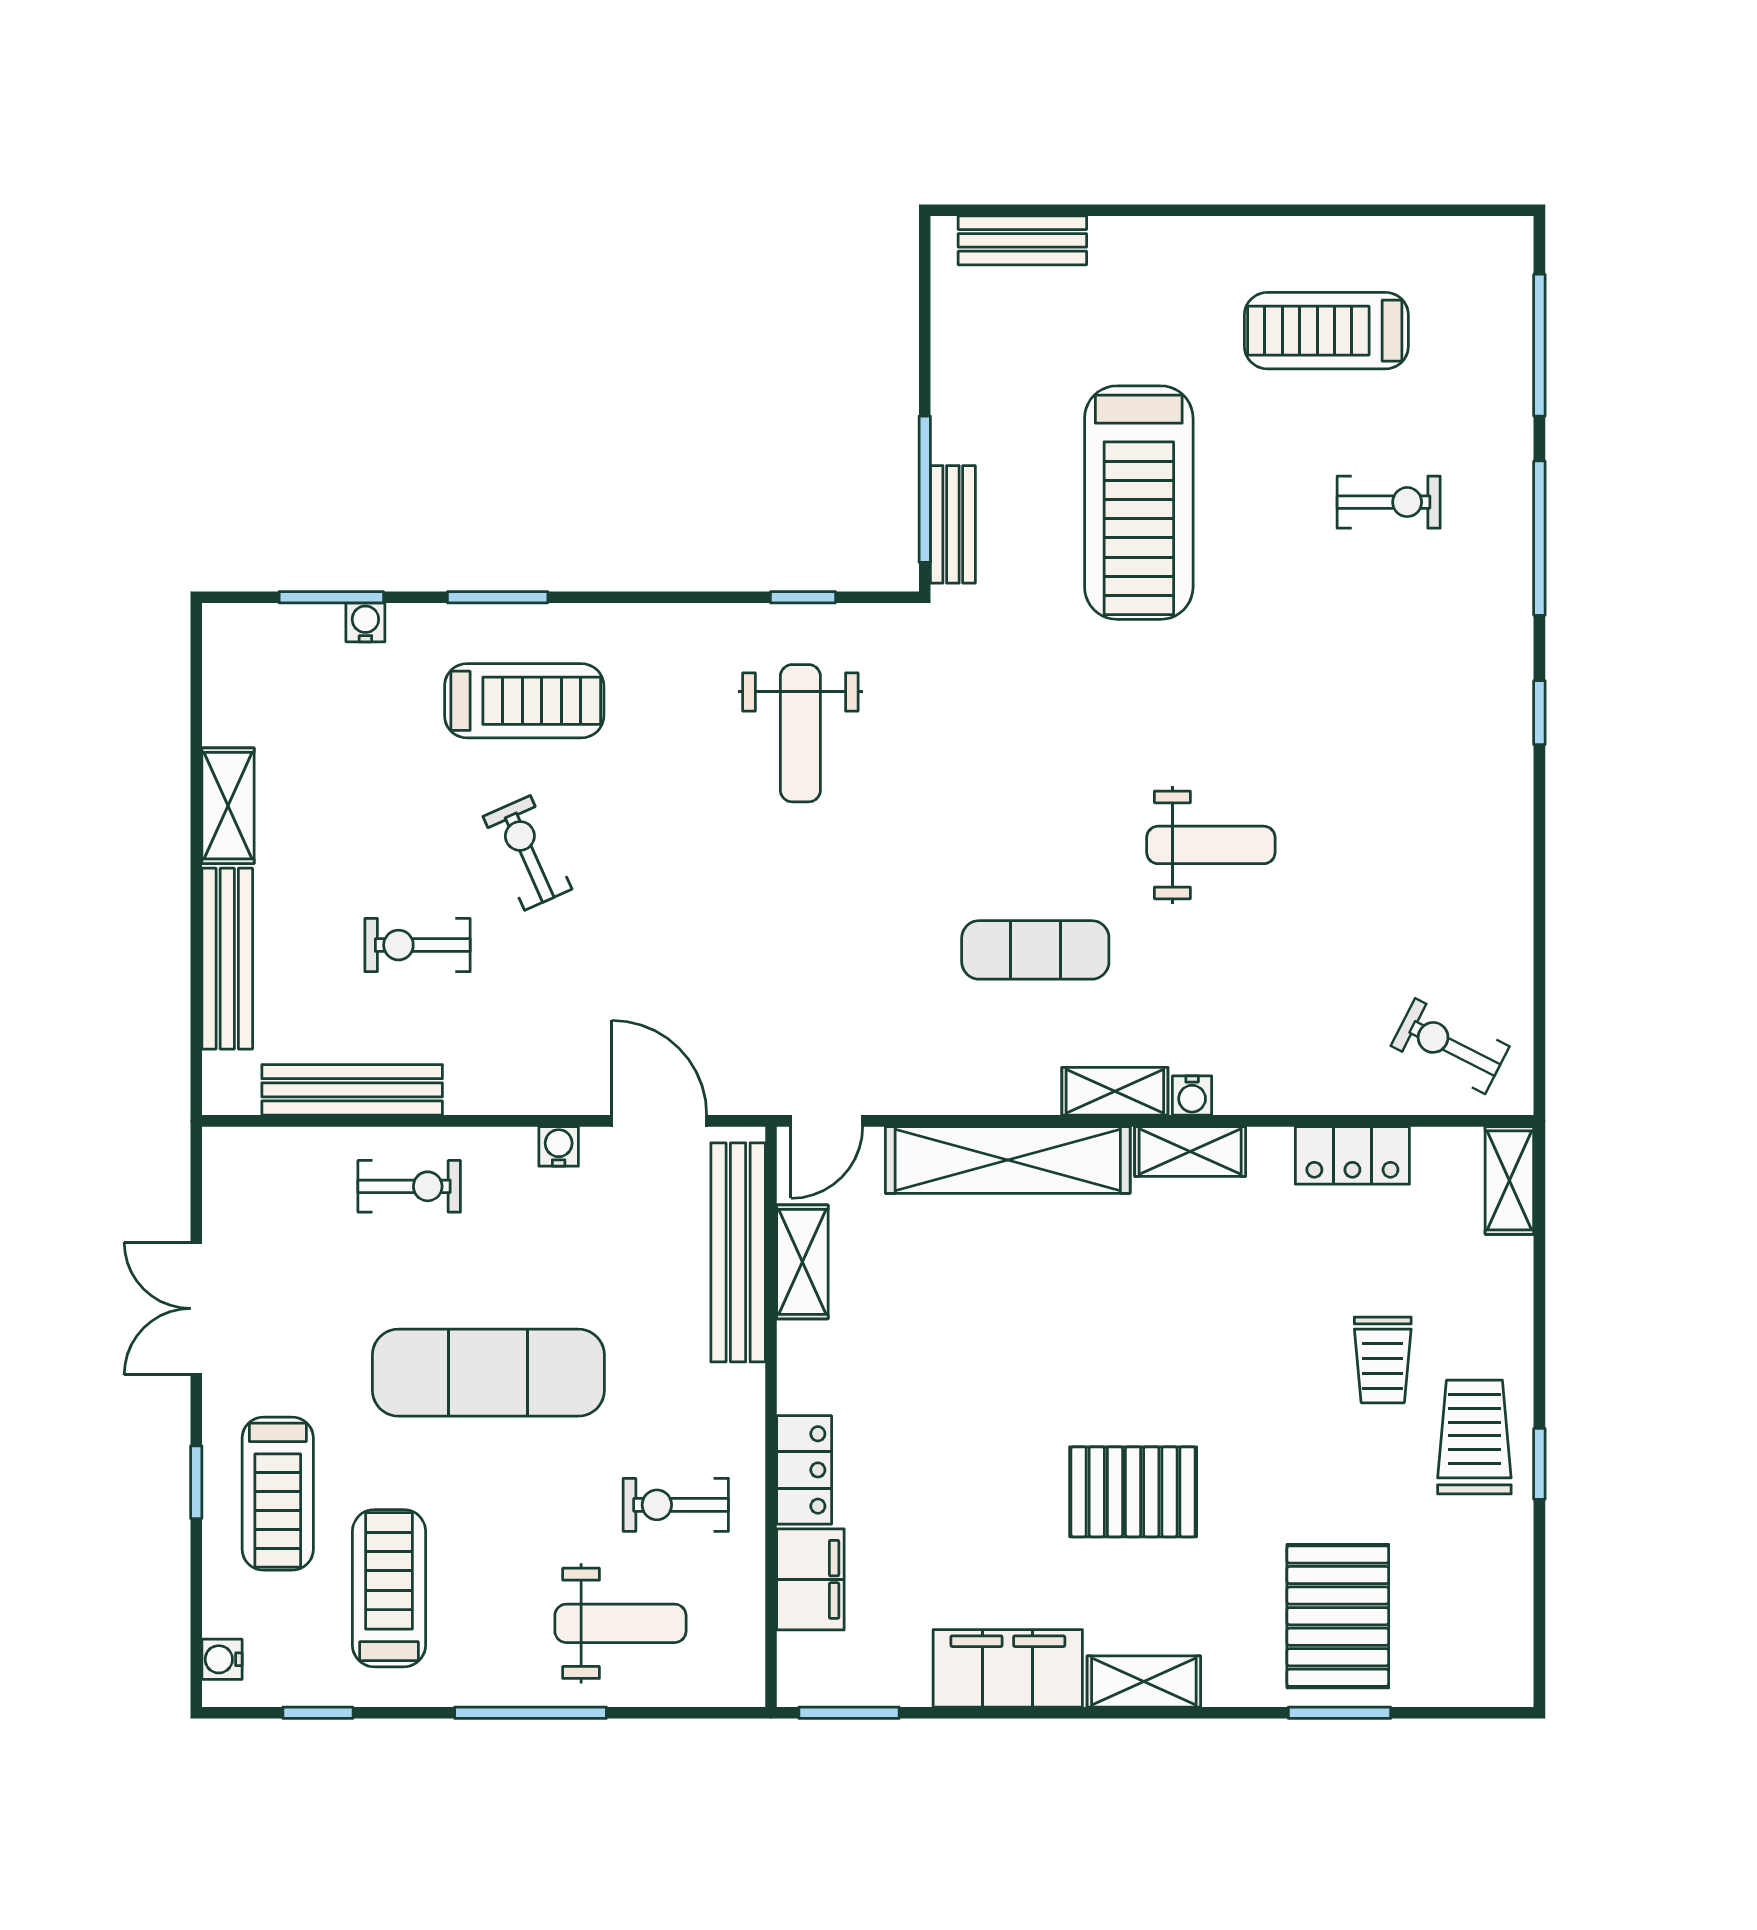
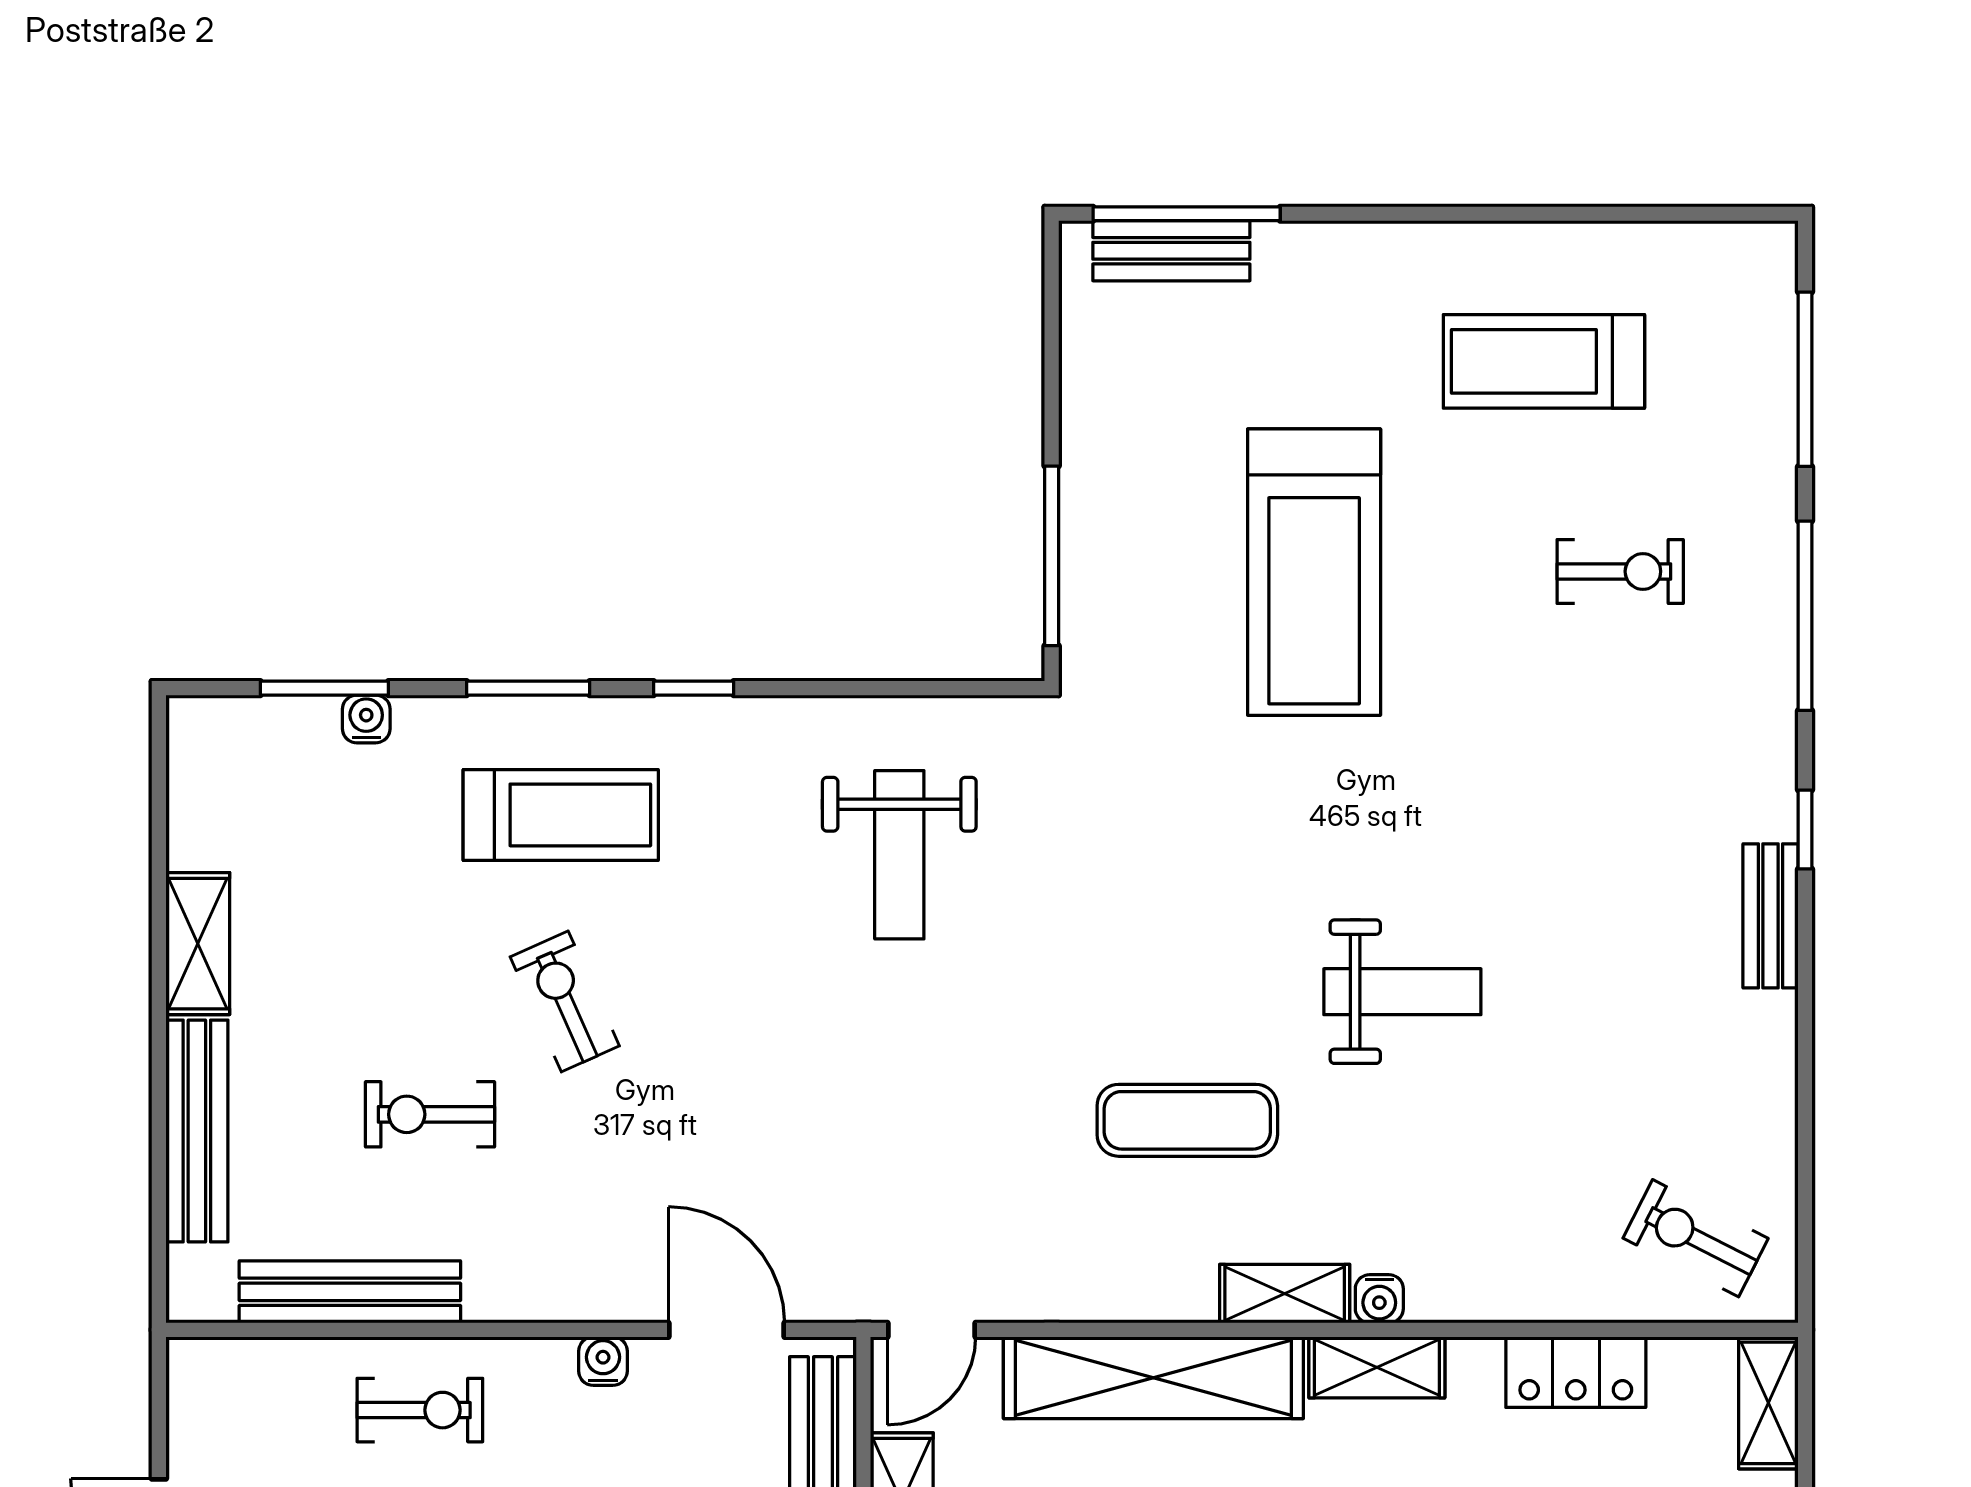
window: (1035, 210) -> (1187, 214), added
bench: (953, 524) -> (1770, 916), moved
window: (803, 597) -> (694, 688), moved

